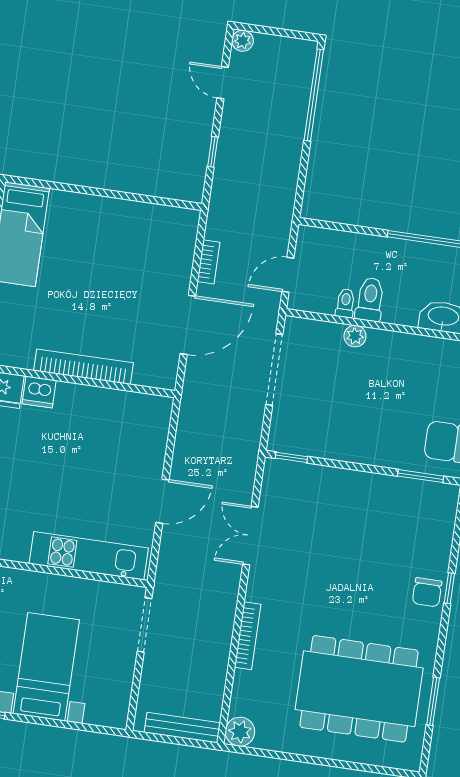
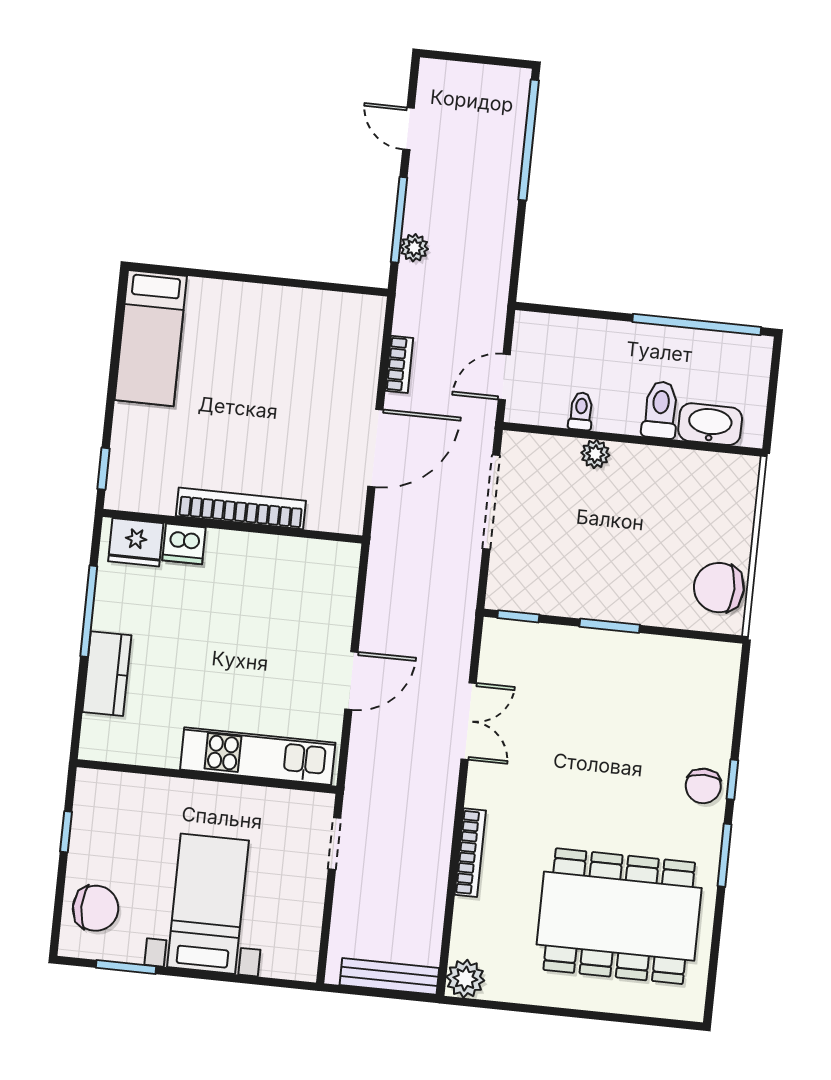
plant: (243, 41) -> (414, 248), moved
window: (213, 152) -> (399, 220), width x2.17
toilet: (370, 299) -> (660, 410), moved
window: (421, 476) -> (610, 626), moved
double door: (250, 536) -> (469, 721), swing flipped
doorway: (145, 625) -> (335, 844), width x0.73
window: (433, 701) -> (725, 855), moved

